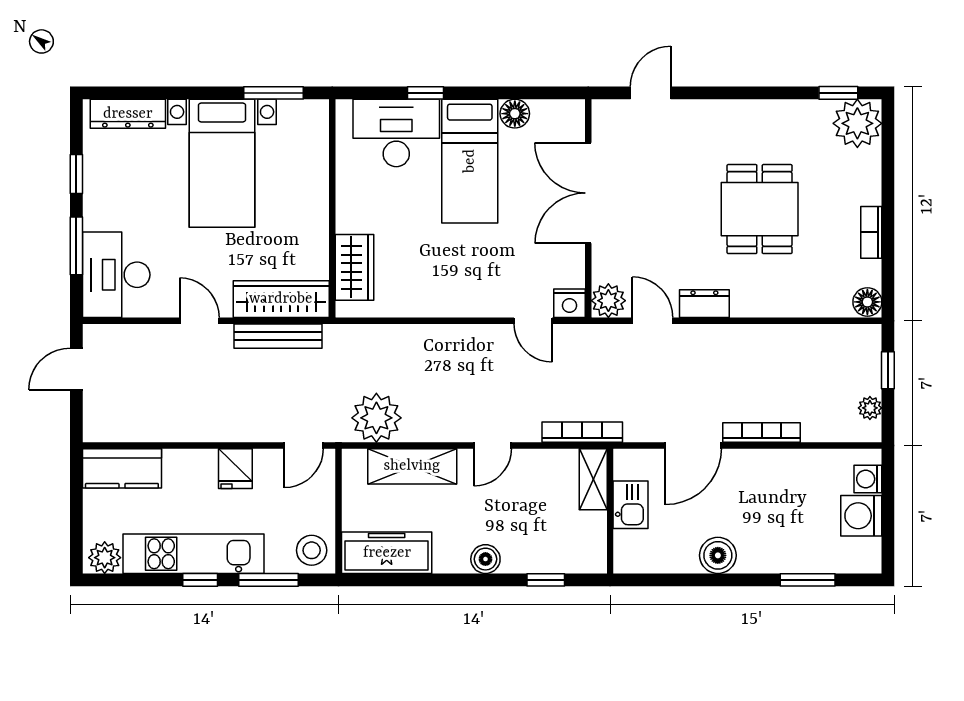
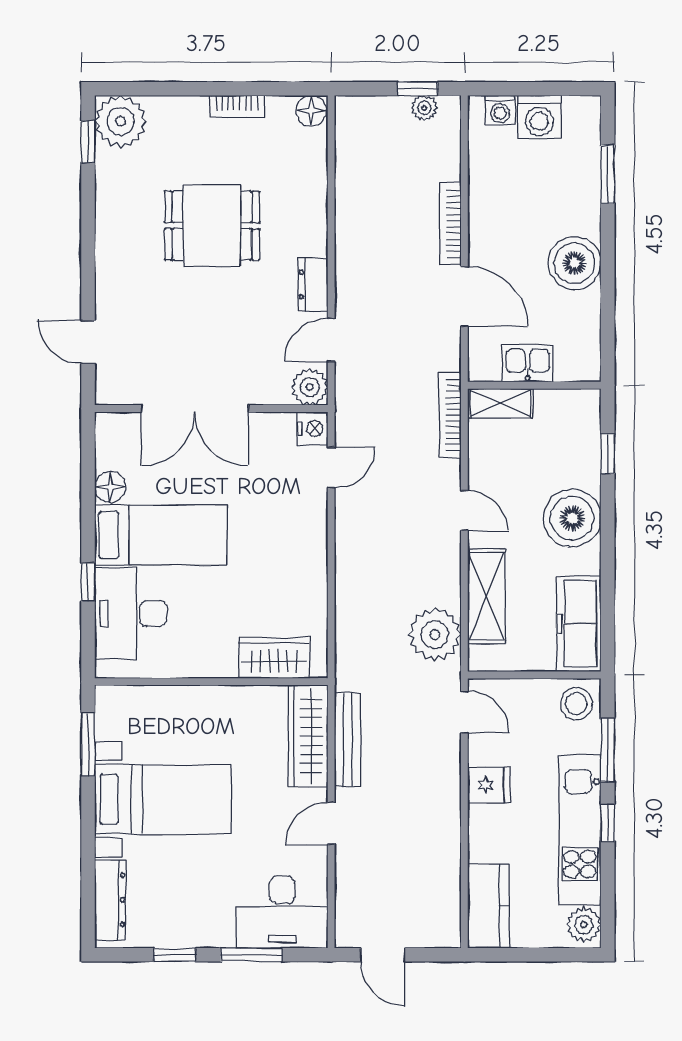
window: (888, 370) -> (418, 89), moved
boiler: (718, 555) -> (574, 263), width x1.37, depth x1.37
boiler: (485, 559) -> (572, 518), width x1.86, depth x1.86

